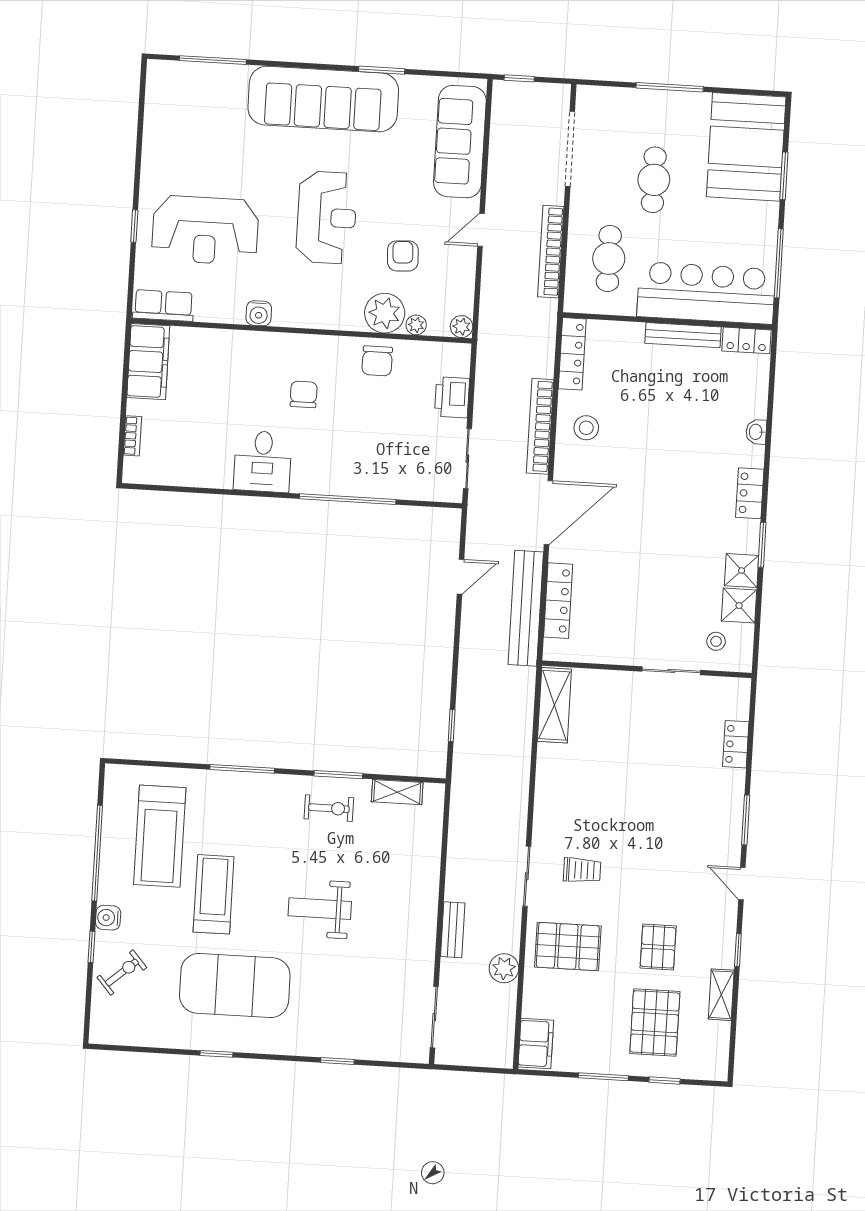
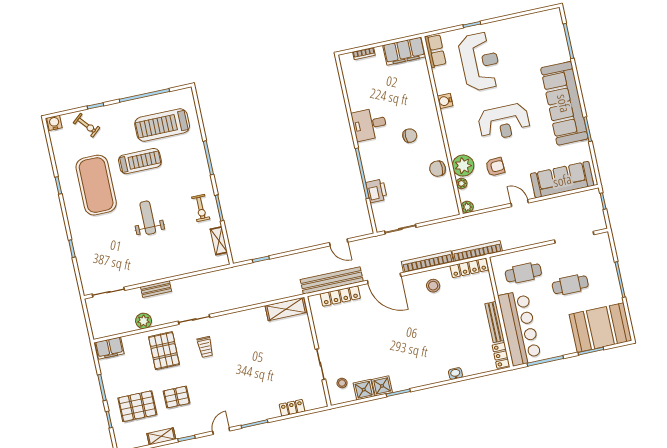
reception desk: (205, 230) -> (480, 61), turned 180
bookcase: (551, 252) -> (477, 251), moved
printer: (452, 397) -> (376, 191), moved, turned 90
locker: (750, 493) -> (423, 379), removed
water cooler: (108, 918) -> (54, 123), moved

